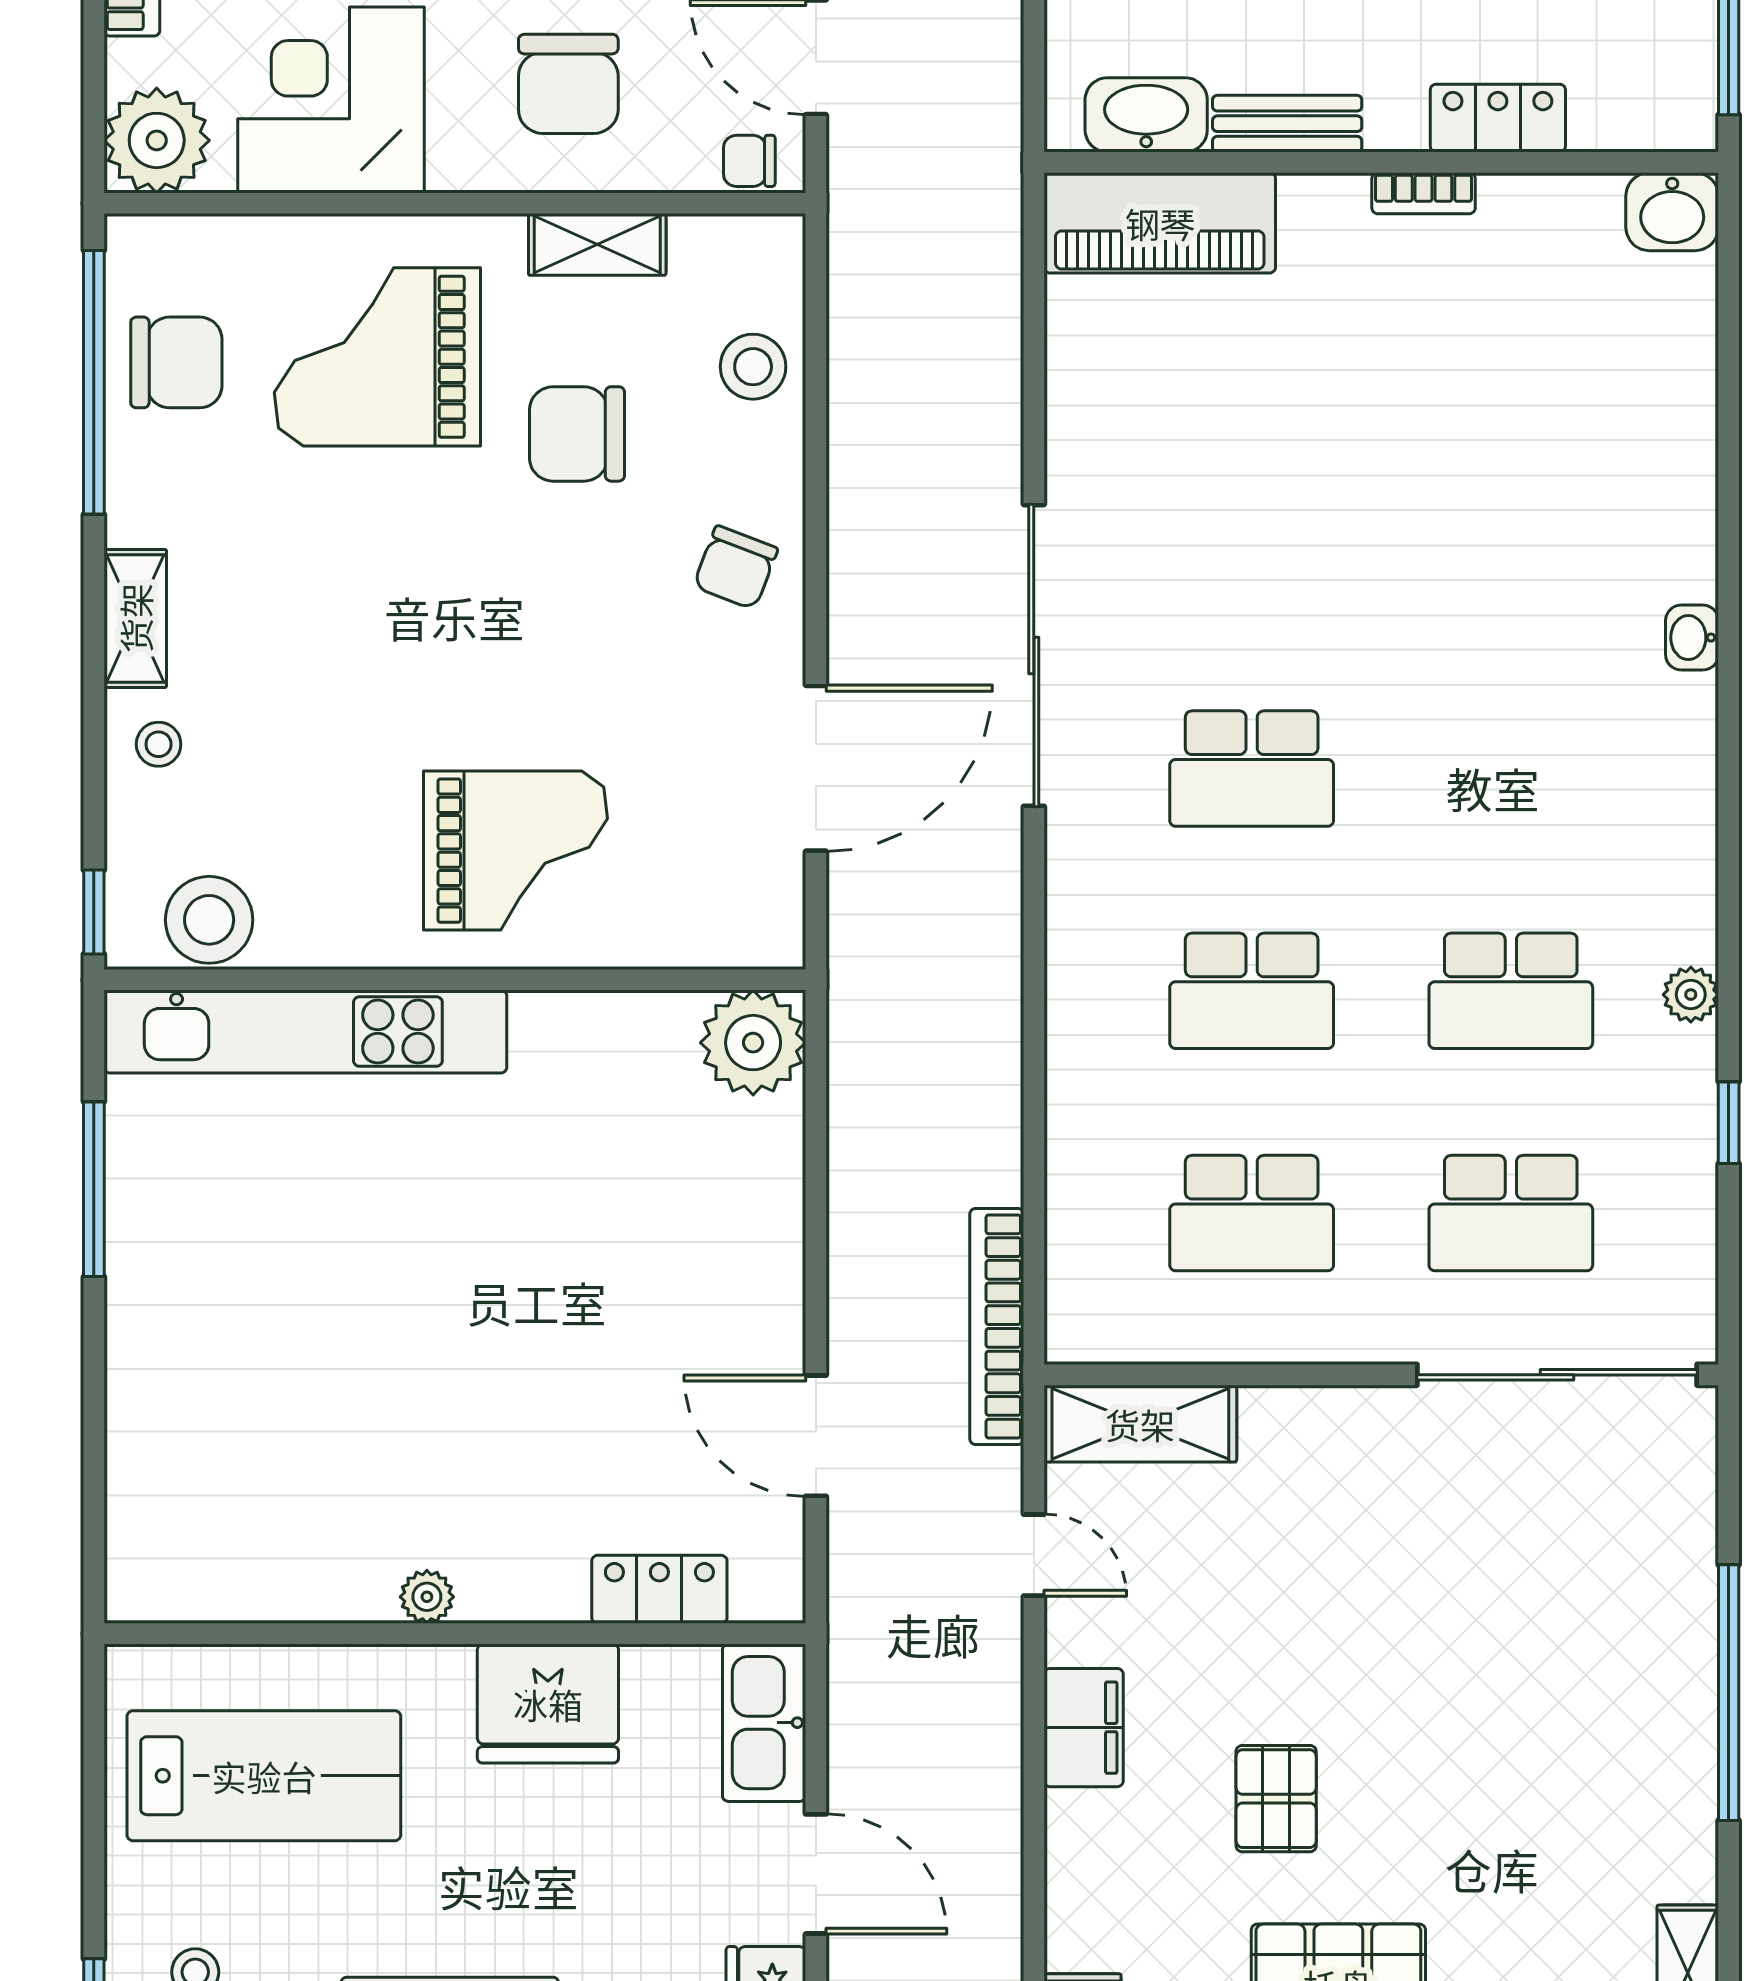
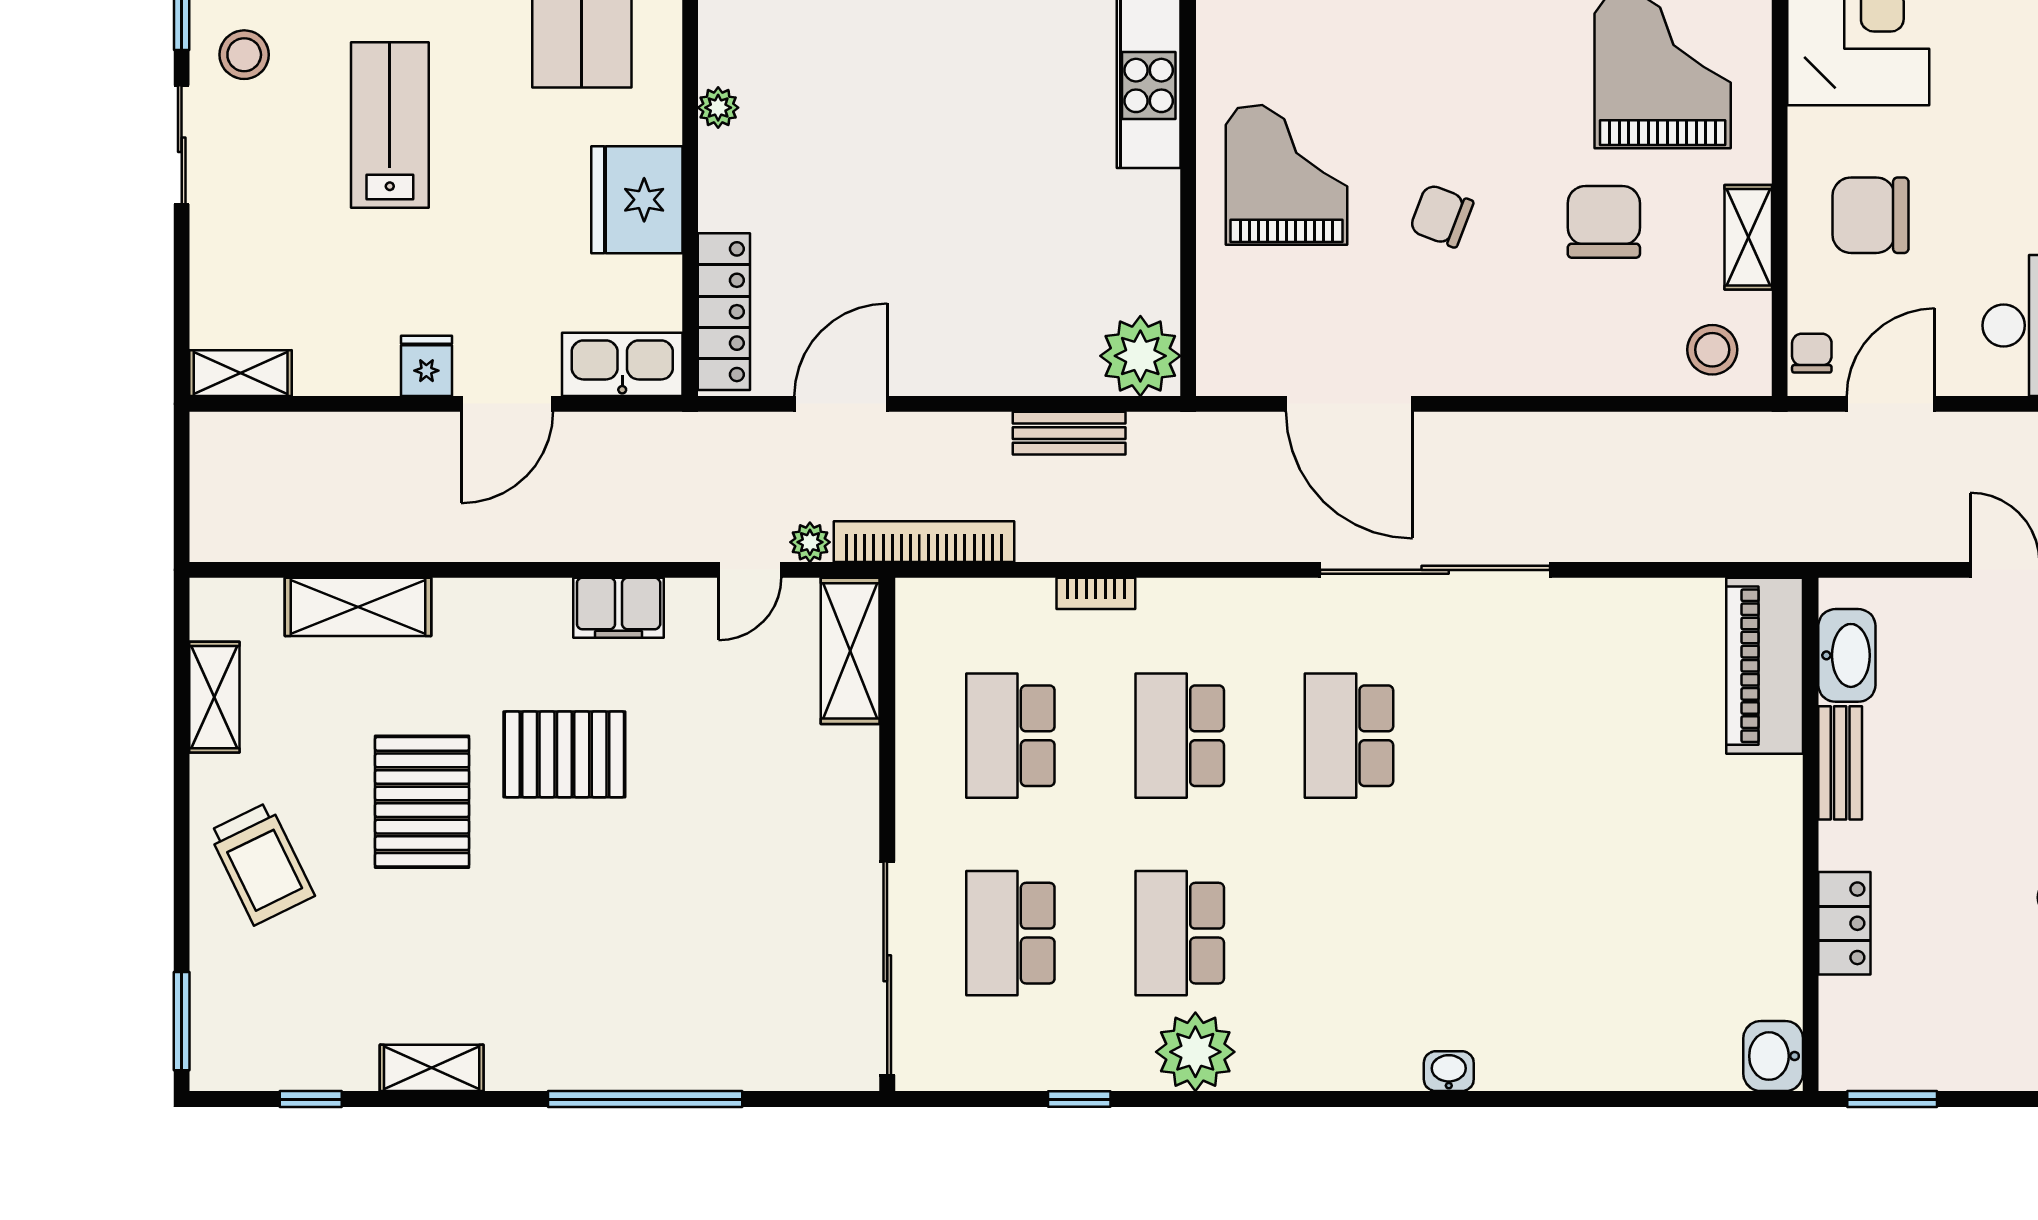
bookcase: (1424, 193) -> (1096, 593), moved, turned -90
stool: (753, 367) -> (1712, 350), moved
chair: (736, 567) -> (1441, 216), moved
grand piano: (515, 851) -> (1286, 175), turned 180
plant: (1691, 995) -> (1195, 1052), width x1.88, depth x1.88
bench: (854, 1136) -> (1069, 433), added
plant: (998, 1476) -> (810, 542), added
locker: (659, 1589) -> (724, 312), width x1.53
pallet: (1276, 1799) -> (564, 754), width x1.50, depth x1.42

